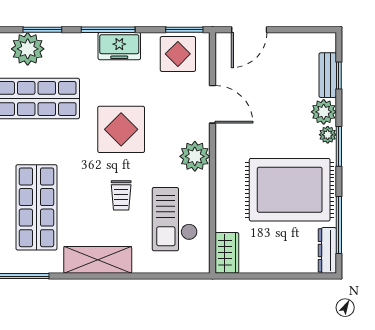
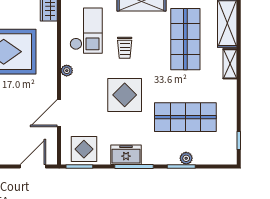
plant: (28, 49) -> (186, 158), width x0.53, depth x0.53
door: (213, 104) -> (59, 113), hinge flipped
plant: (195, 156) -> (67, 71), width x0.53, depth x0.53
trolley: (121, 195) -> (125, 48), turned 180

